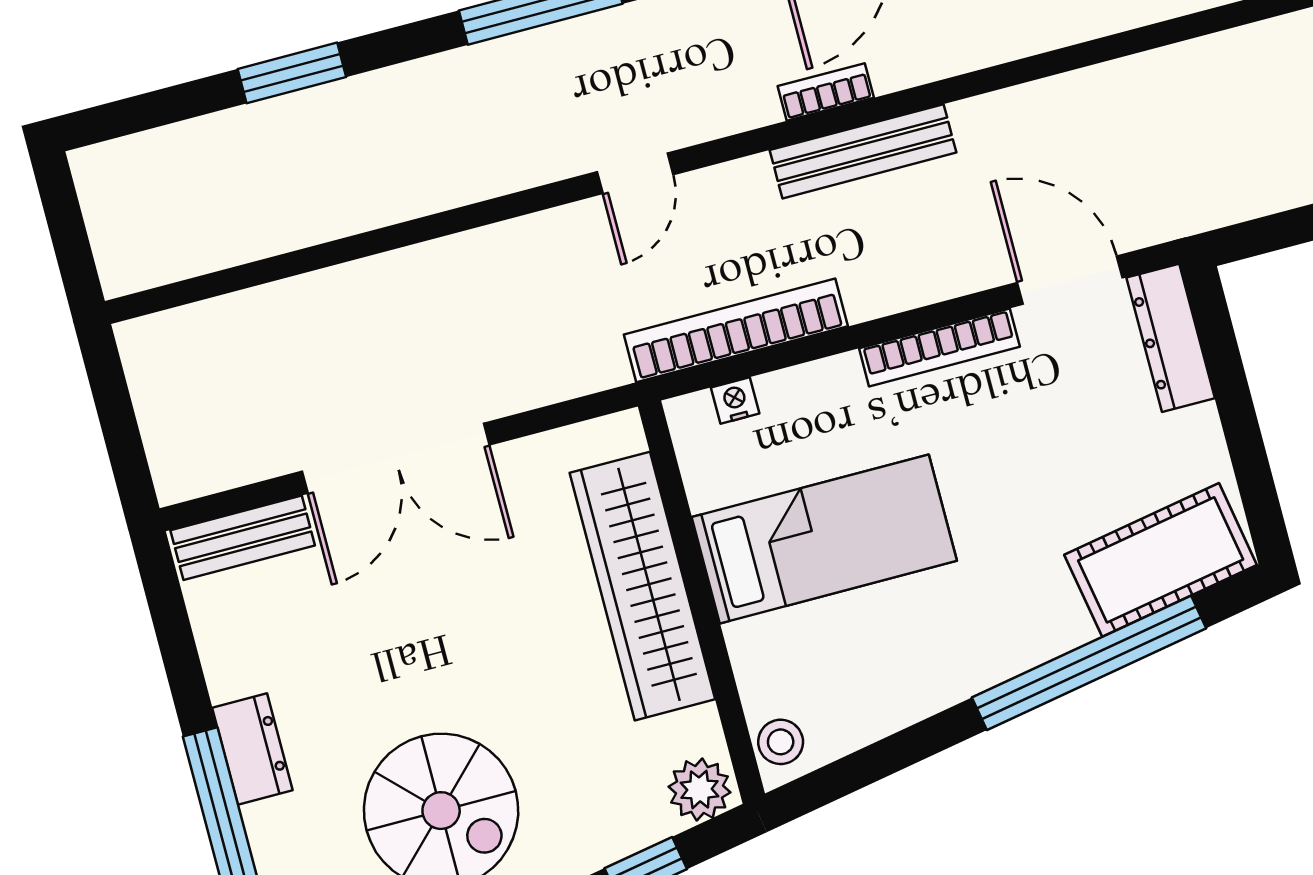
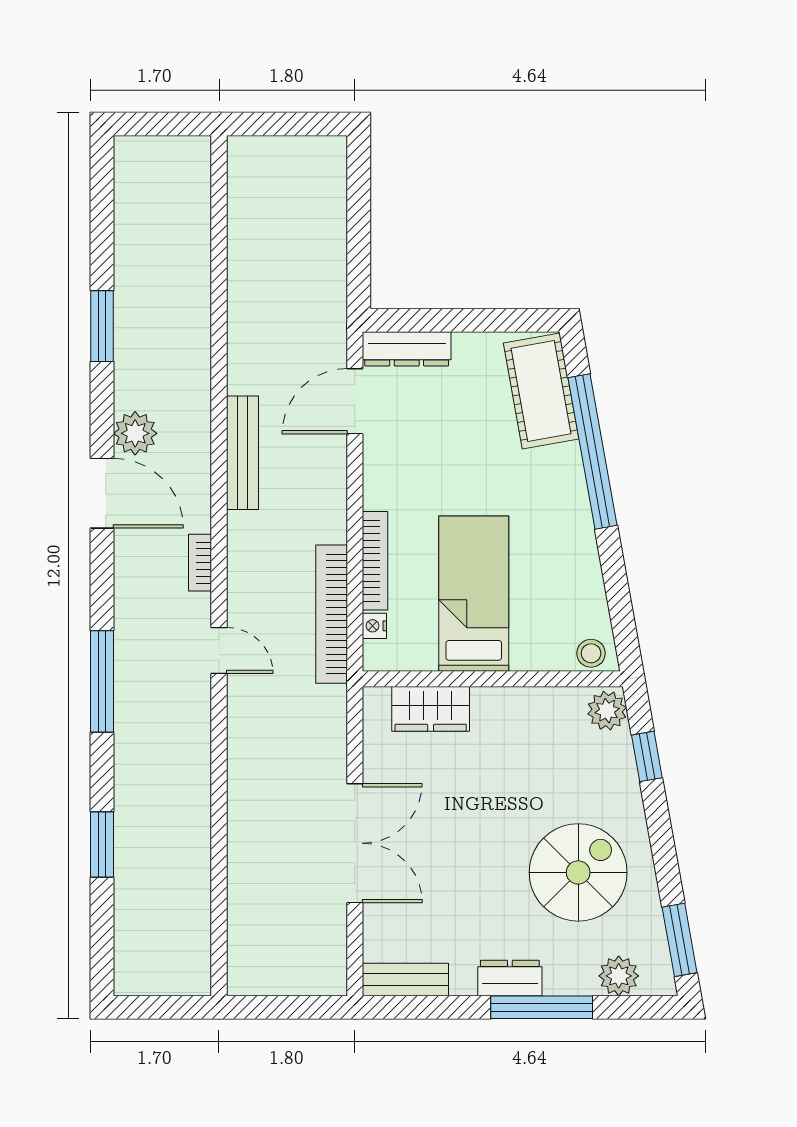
bookcase: (826, 92) -> (200, 563), moved
bench: (863, 151) -> (243, 453), moved
bookcase: (939, 348) -> (375, 561), moved
bench: (243, 538) -> (405, 980), moved, turned 90
wardrobe: (642, 586) -> (431, 709), width x0.48, depth x0.85

